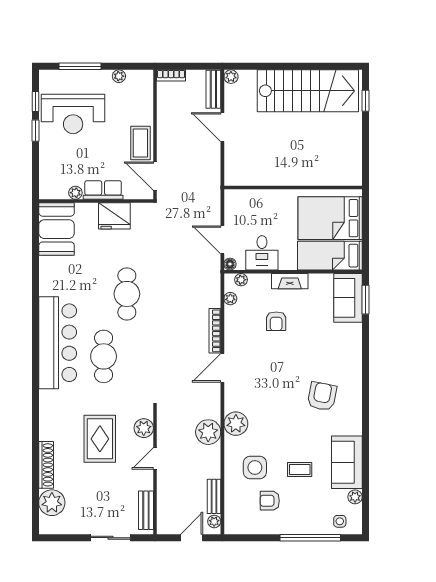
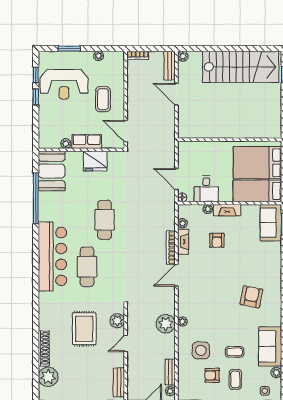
window: (80, 66) -> (69, 48), width x0.69
coffee table: (140, 143) -> (103, 99), moved
window: (35, 265) -> (36, 198), added
plant: (241, 280) -> (208, 209), moved
fireplace: (231, 323) -> (183, 242), added
plant: (236, 424) -> (182, 322), width x0.53, depth x0.53
coffee table: (301, 506) -> (235, 379), added

